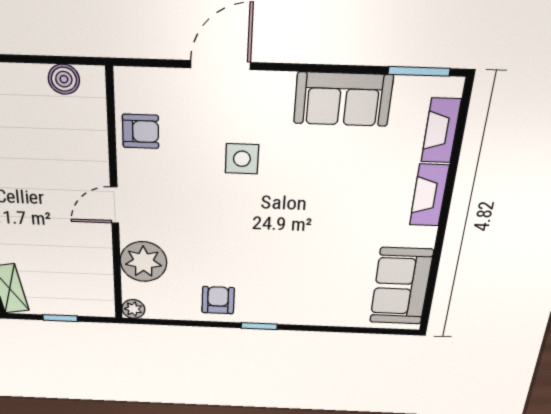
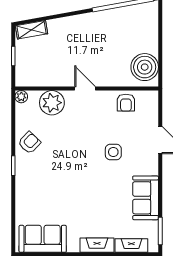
boiler: (64, 79) -> (145, 67), width x1.86, depth x1.86
armchair: (218, 300) -> (29, 143), turned -46

